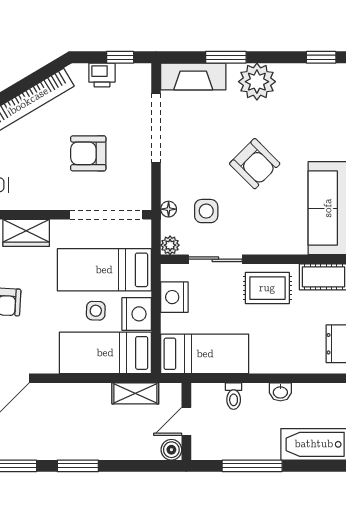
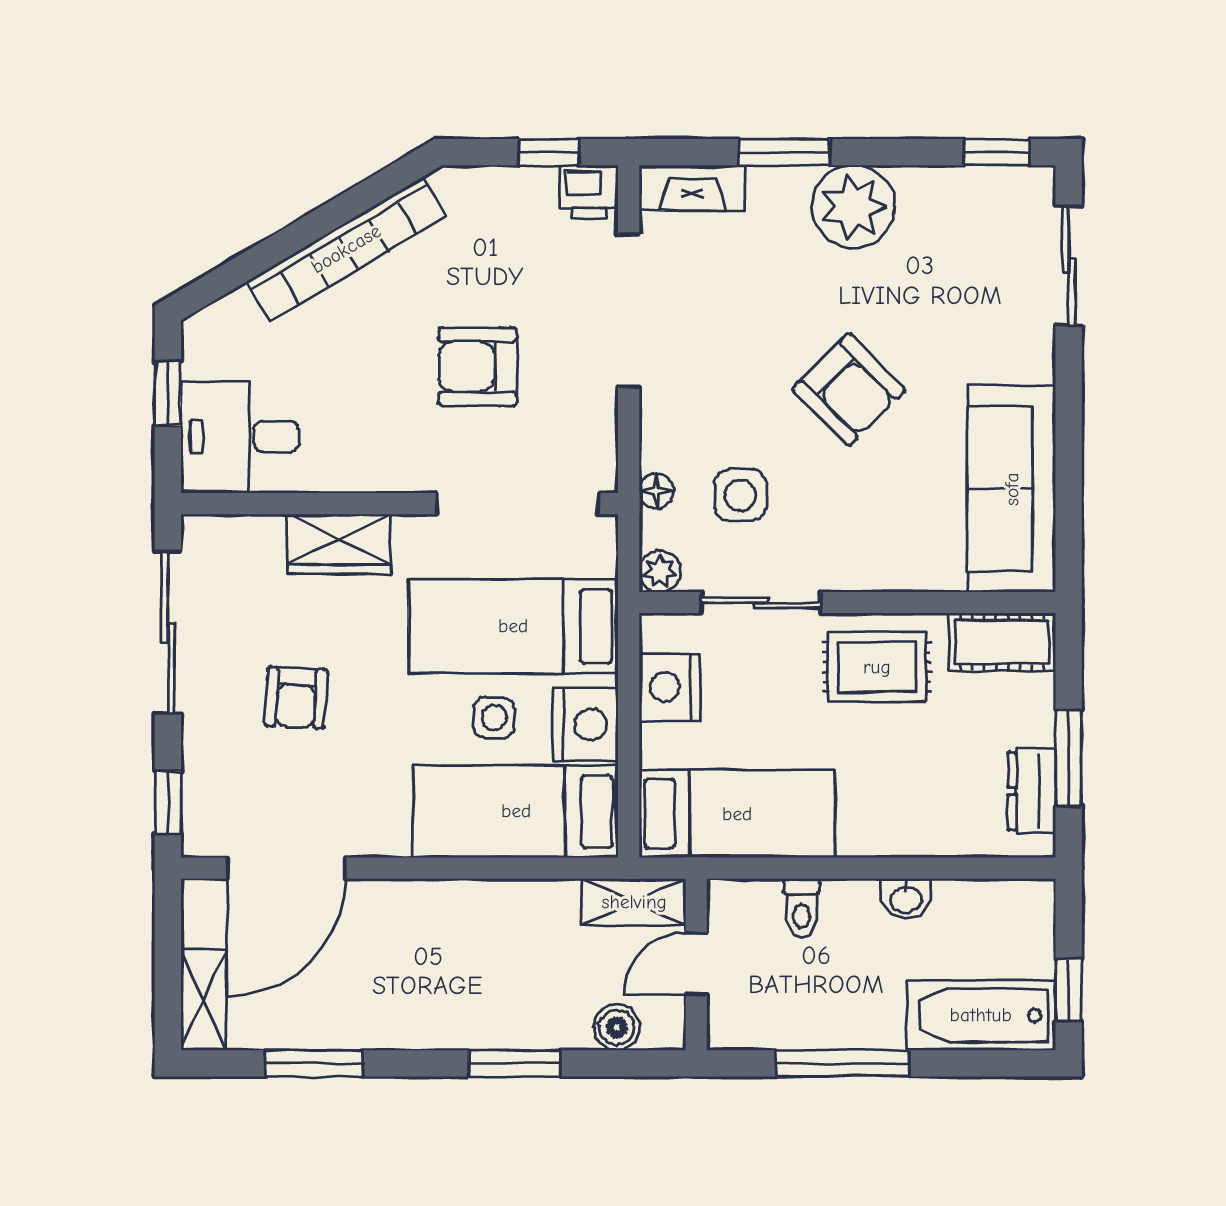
printer: (102, 75) -> (589, 192), moved
fireplace: (193, 76) -> (692, 188), width x0.73, depth x0.76
shelving: (135, 393) -> (634, 902), moved
boiler: (171, 450) -> (617, 1027), moved
window: (78, 466) -> (515, 1063), moved

